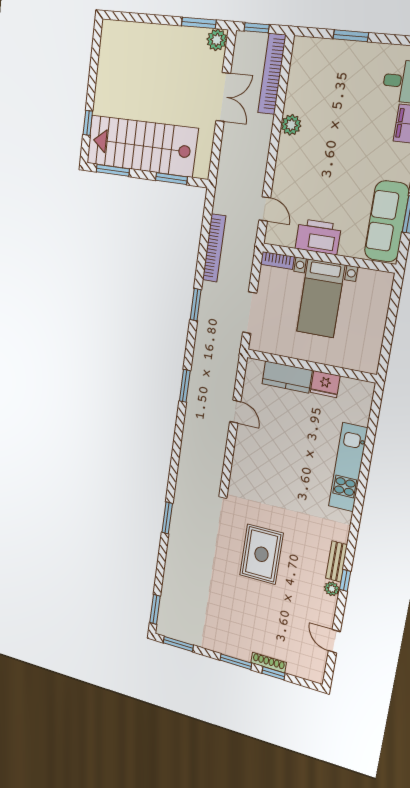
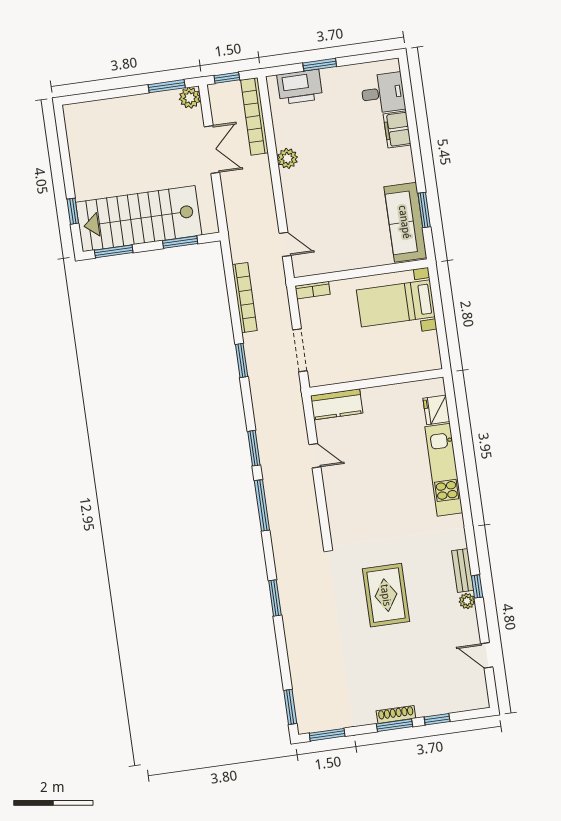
printer: (318, 237) -> (300, 87), moved, turned 180
bed with nightstands: (321, 298) -> (396, 303), moved, turned 90
kitchen counter: (287, 377) -> (337, 404), moved
fridge: (325, 384) -> (436, 410), moved, turned 90
window: (178, 437) -> (262, 505), added
shoe rack: (269, 663) -> (396, 714), moved

